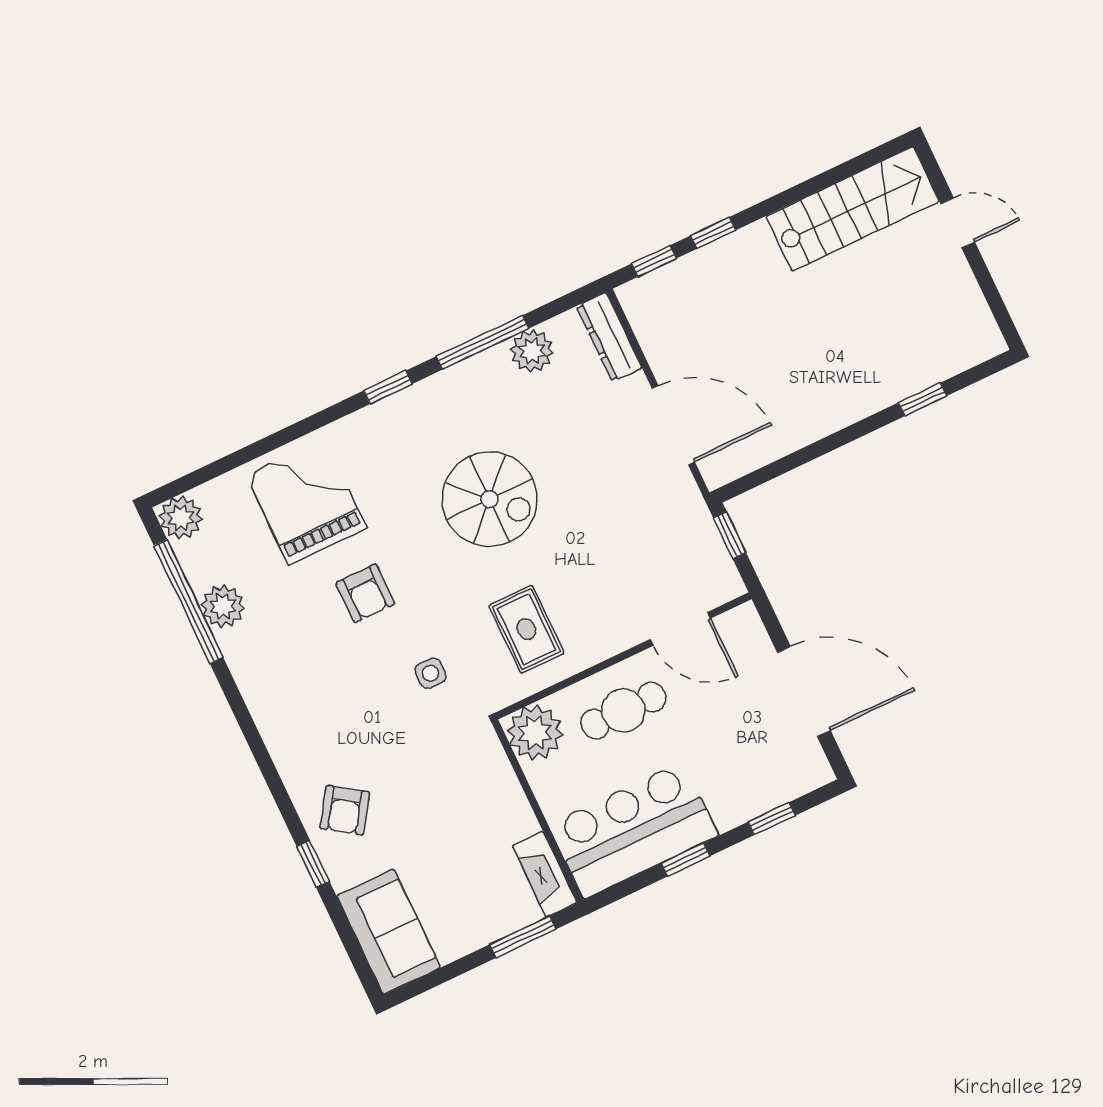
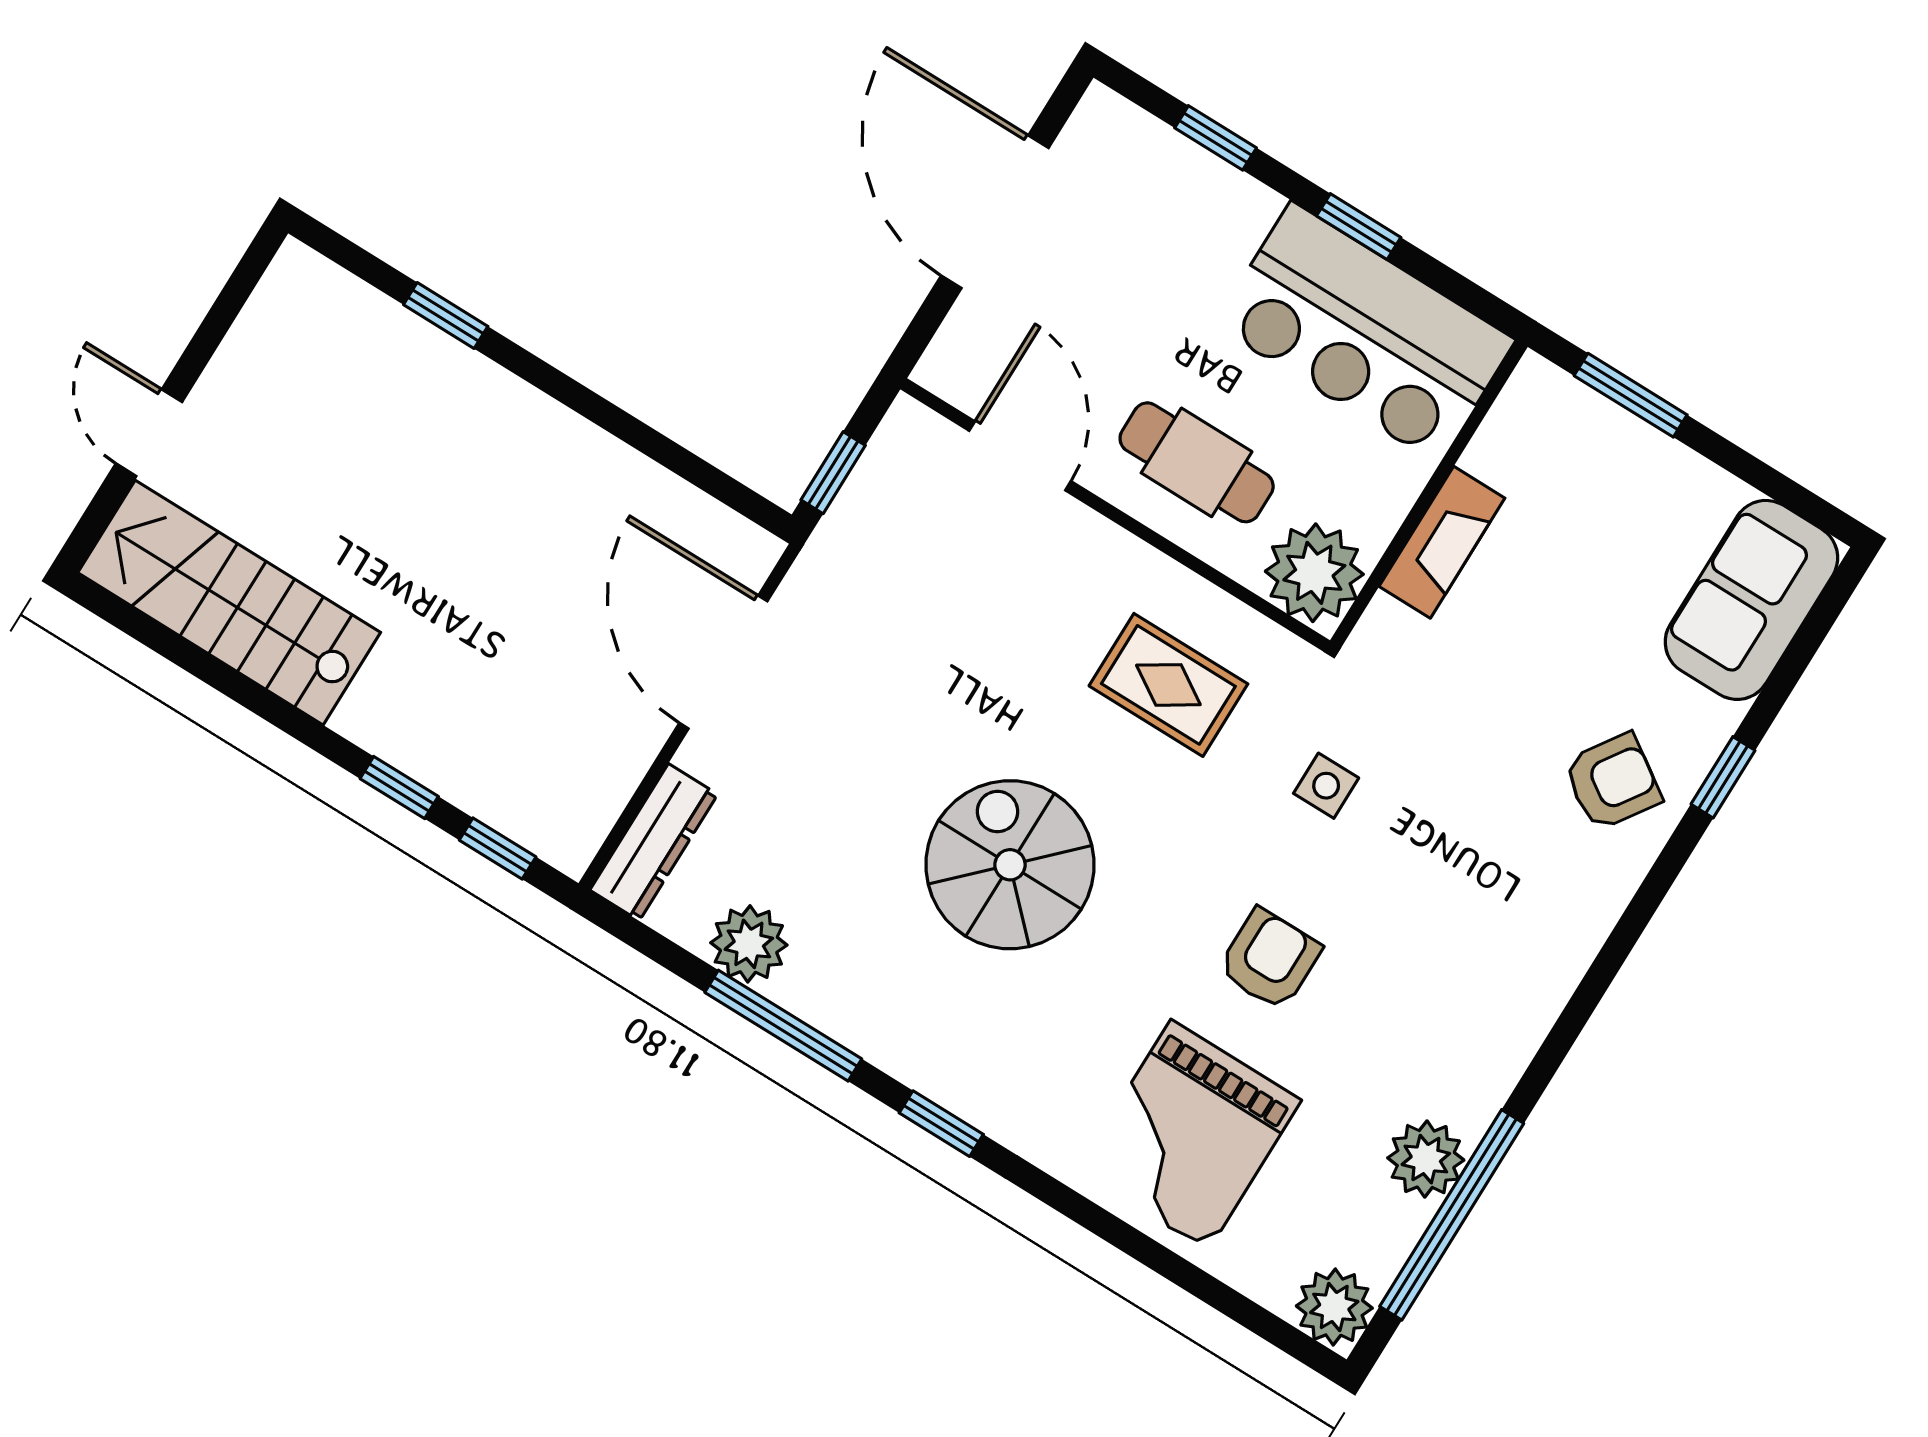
rug: (526, 629) -> (1168, 685), turned 90
fireplace: (545, 874) -> (1442, 542), moved

